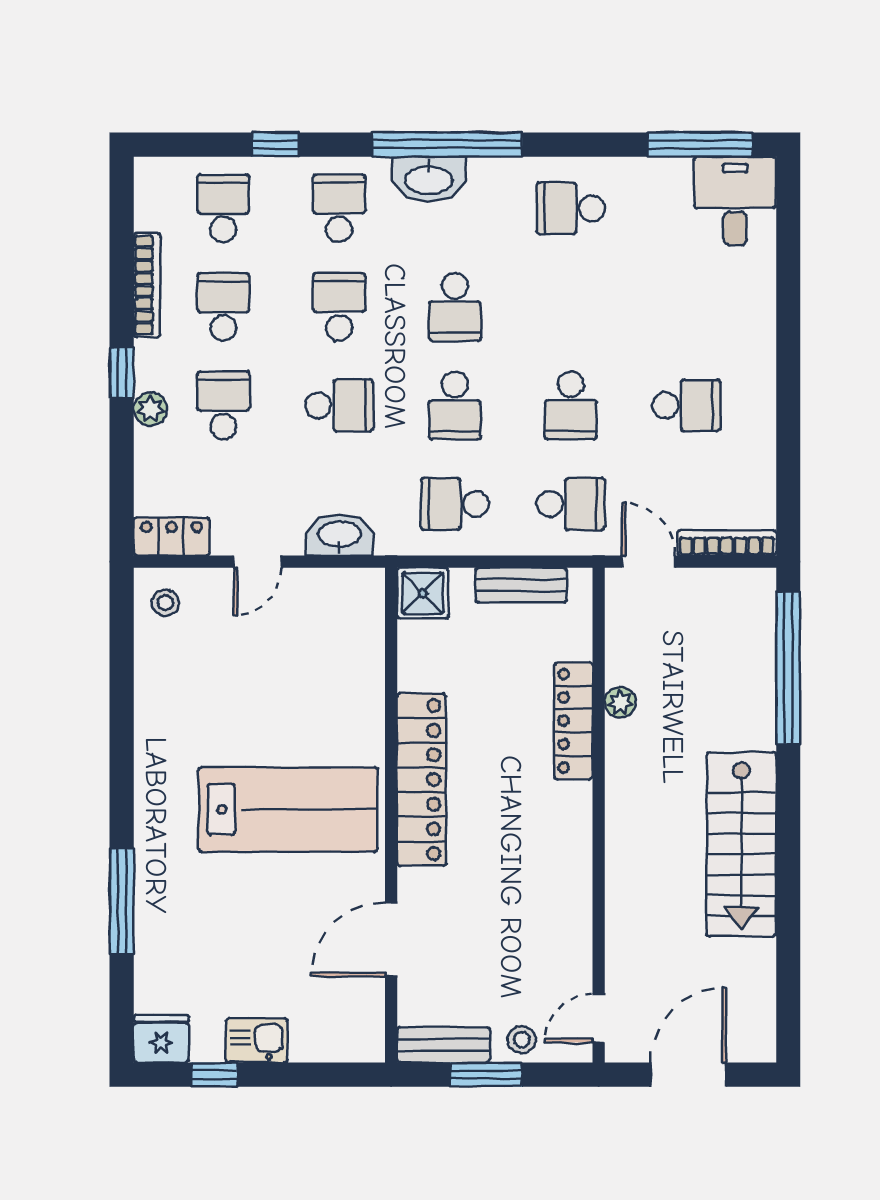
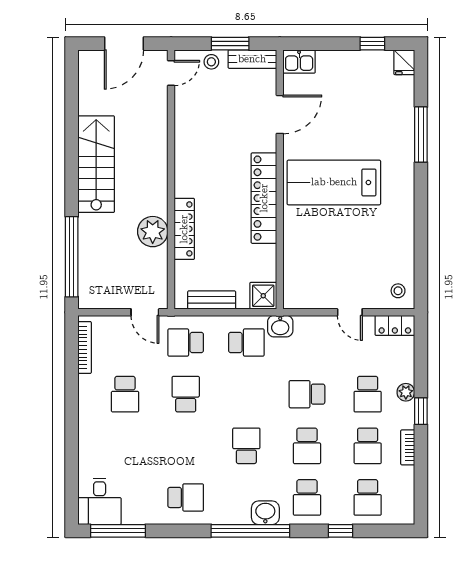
washbasin: (429, 179) -> (265, 513), width x0.72
bookcase: (147, 285) -> (408, 447), width x0.64
school desk: (455, 405) -> (246, 394), removed
school desk: (687, 405) -> (125, 394), turned -90
washbasin: (339, 535) -> (280, 326), moved, width x0.72
bookcase: (727, 543) -> (85, 347), moved, turned -90
door: (257, 562) -> (350, 312), swing flipped
plant: (620, 702) -> (153, 232), width x1.87, depth x1.87
fridge: (161, 1039) -> (404, 62), width x0.72
kitchen sink: (257, 1040) -> (299, 62), moved

